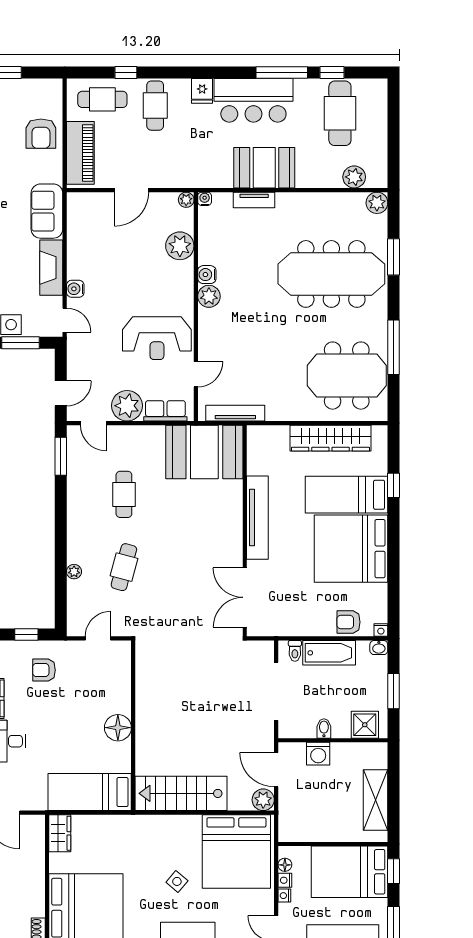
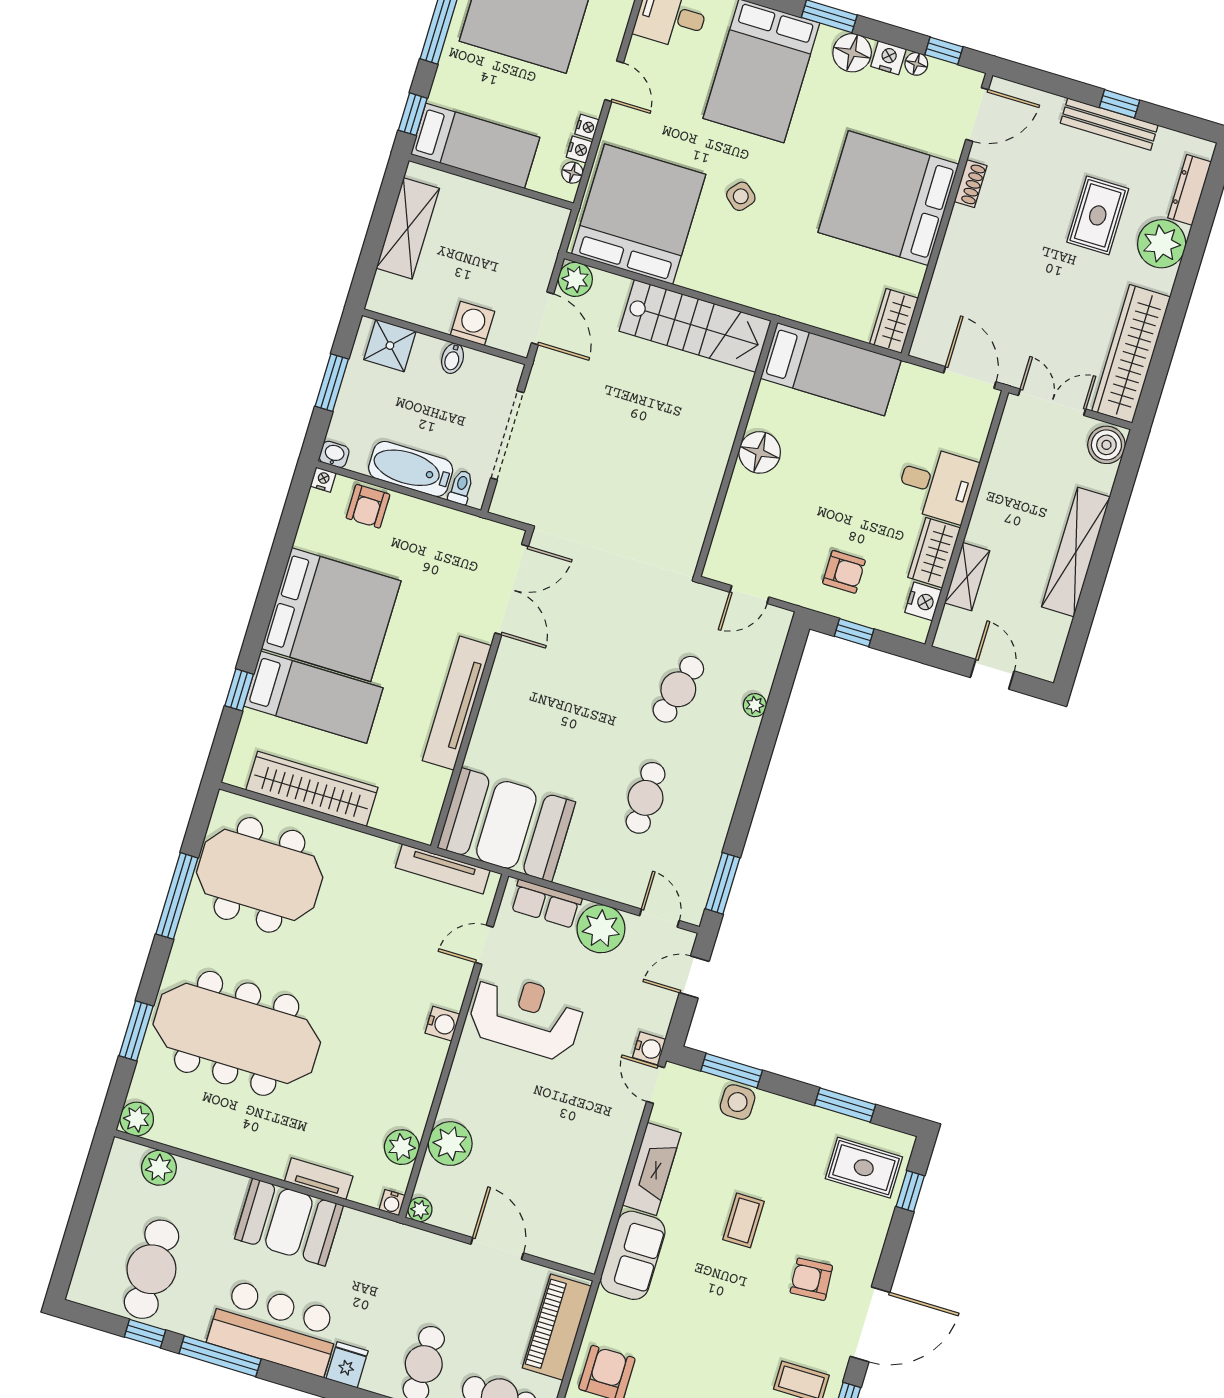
door: (131, 190) -> (497, 1249), hinge flipped
water cooler: (207, 275) -> (442, 1024), moved
water cooler: (75, 289) -> (649, 1048), moved
plant: (209, 296) -> (402, 1147), moved
armchair: (348, 622) -> (368, 506), turned 90
bed: (350, 872) -> (475, 146), width x0.67

